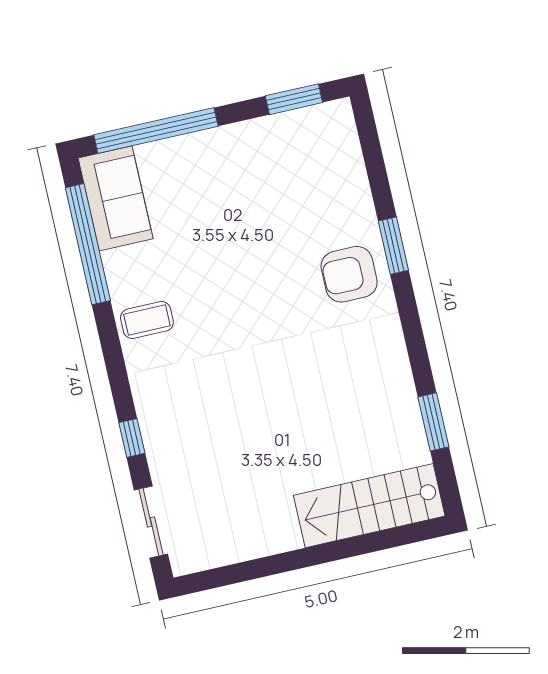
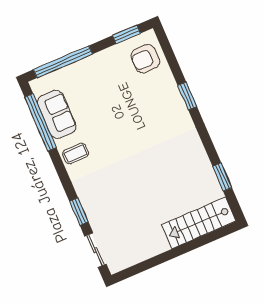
sofa: (116, 198) -> (57, 114), moved
armchair: (349, 274) -> (145, 59), moved
window: (132, 438) -> (79, 211), width x1.50

